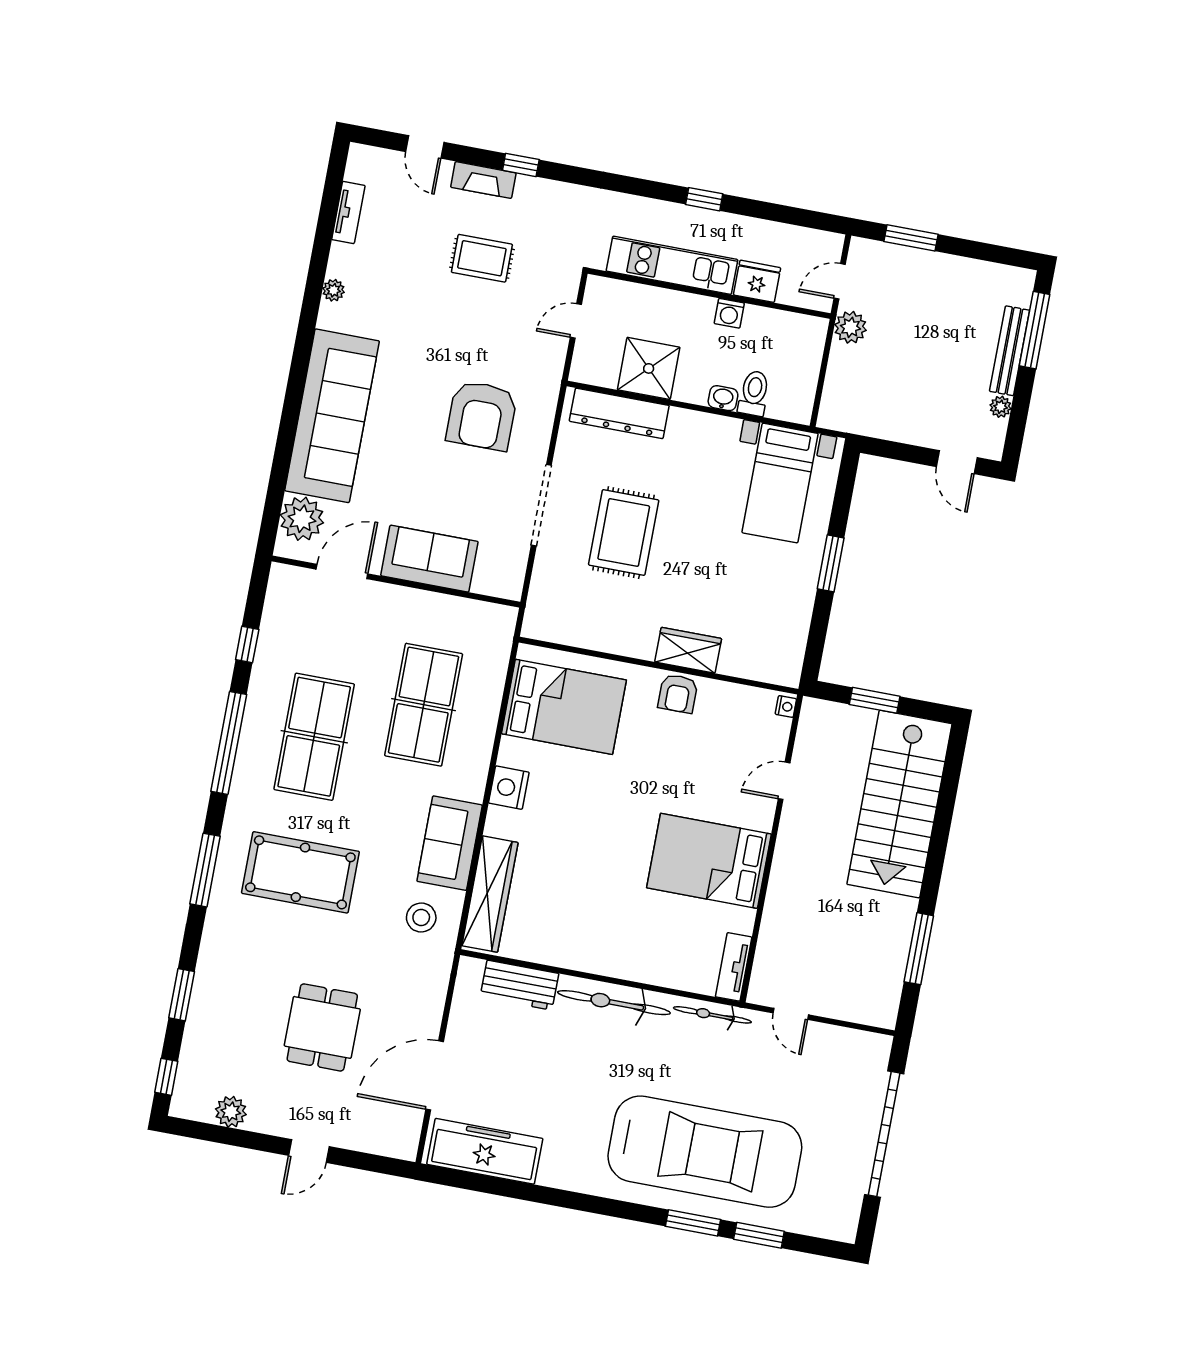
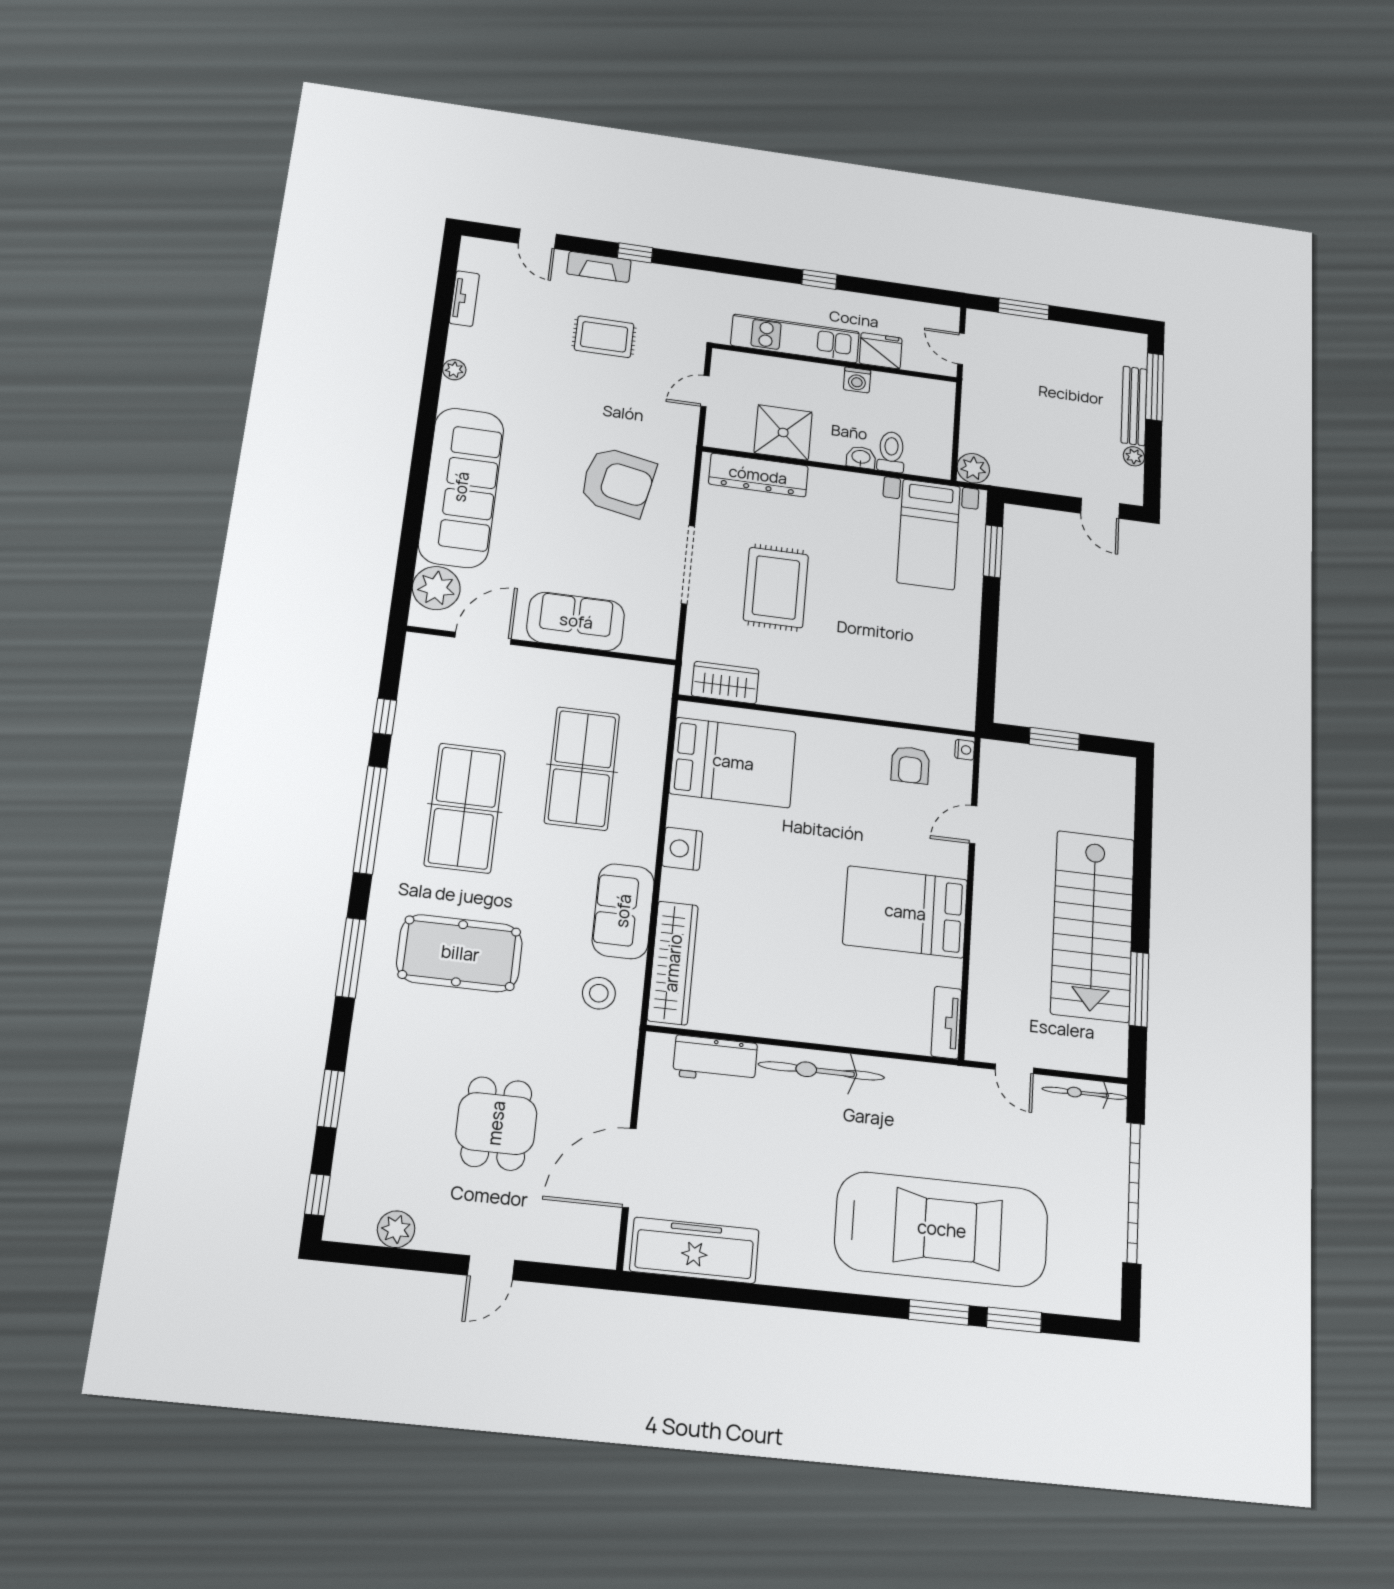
door: (840, 281) -> (961, 349), hinge flipped
plant: (850, 327) -> (973, 468), moved
armchair: (482, 416) -> (618, 482), turned -79
window: (831, 563) -> (993, 551), moved
wardrobe: (688, 650) -> (725, 683), moved
armchair: (678, 694) -> (910, 765), moved
stairs: (899, 804) -> (1093, 926), moved
bicycle: (712, 1015) -> (1085, 1093), moved

